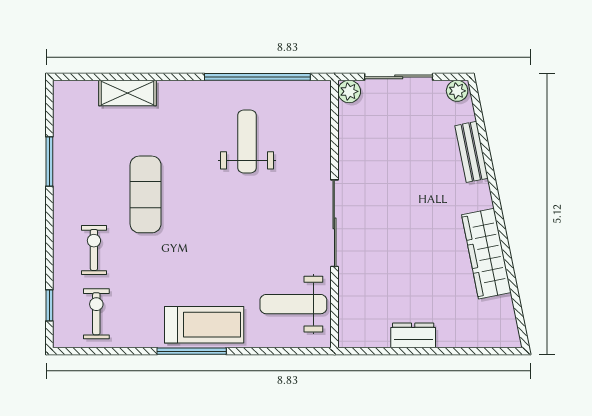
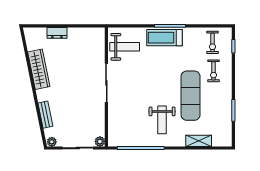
weight bench: (247, 141) -> (162, 120), moved
exercise mat: (146, 194) -> (191, 96), width x1.36, depth x1.45
dresser: (413, 335) -> (57, 33), moved

